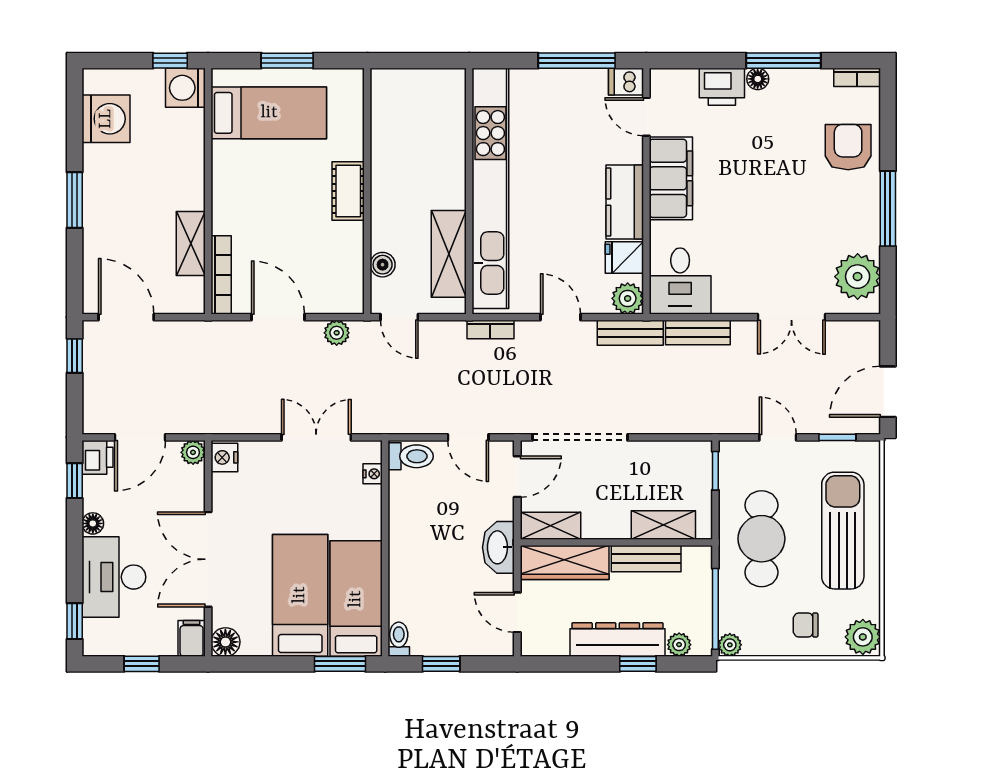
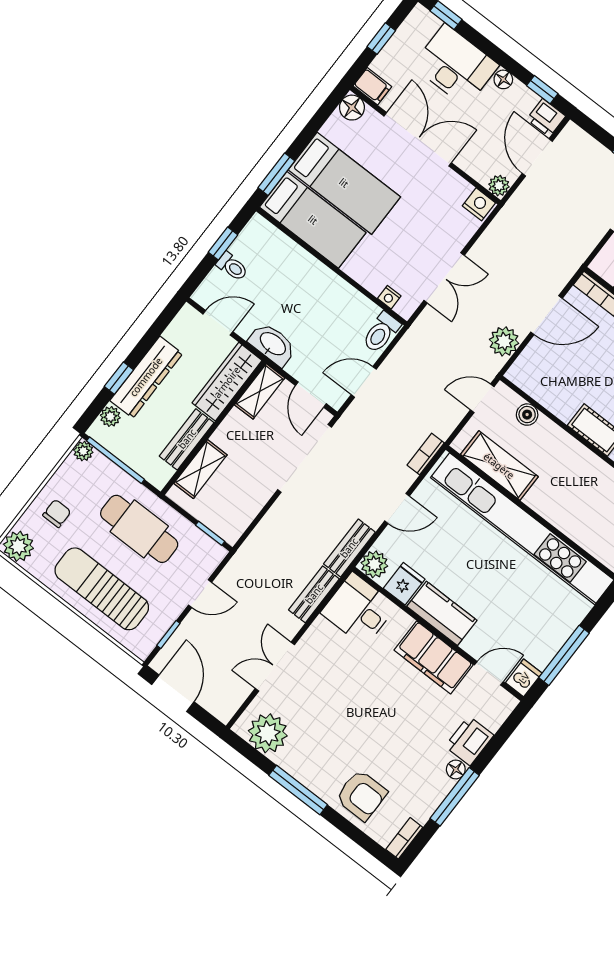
plant: (337, 333) -> (504, 341), width x1.38, depth x1.38
sun lounger: (843, 531) -> (102, 589), turned 180
toilet: (399, 639) -> (232, 267), moved

